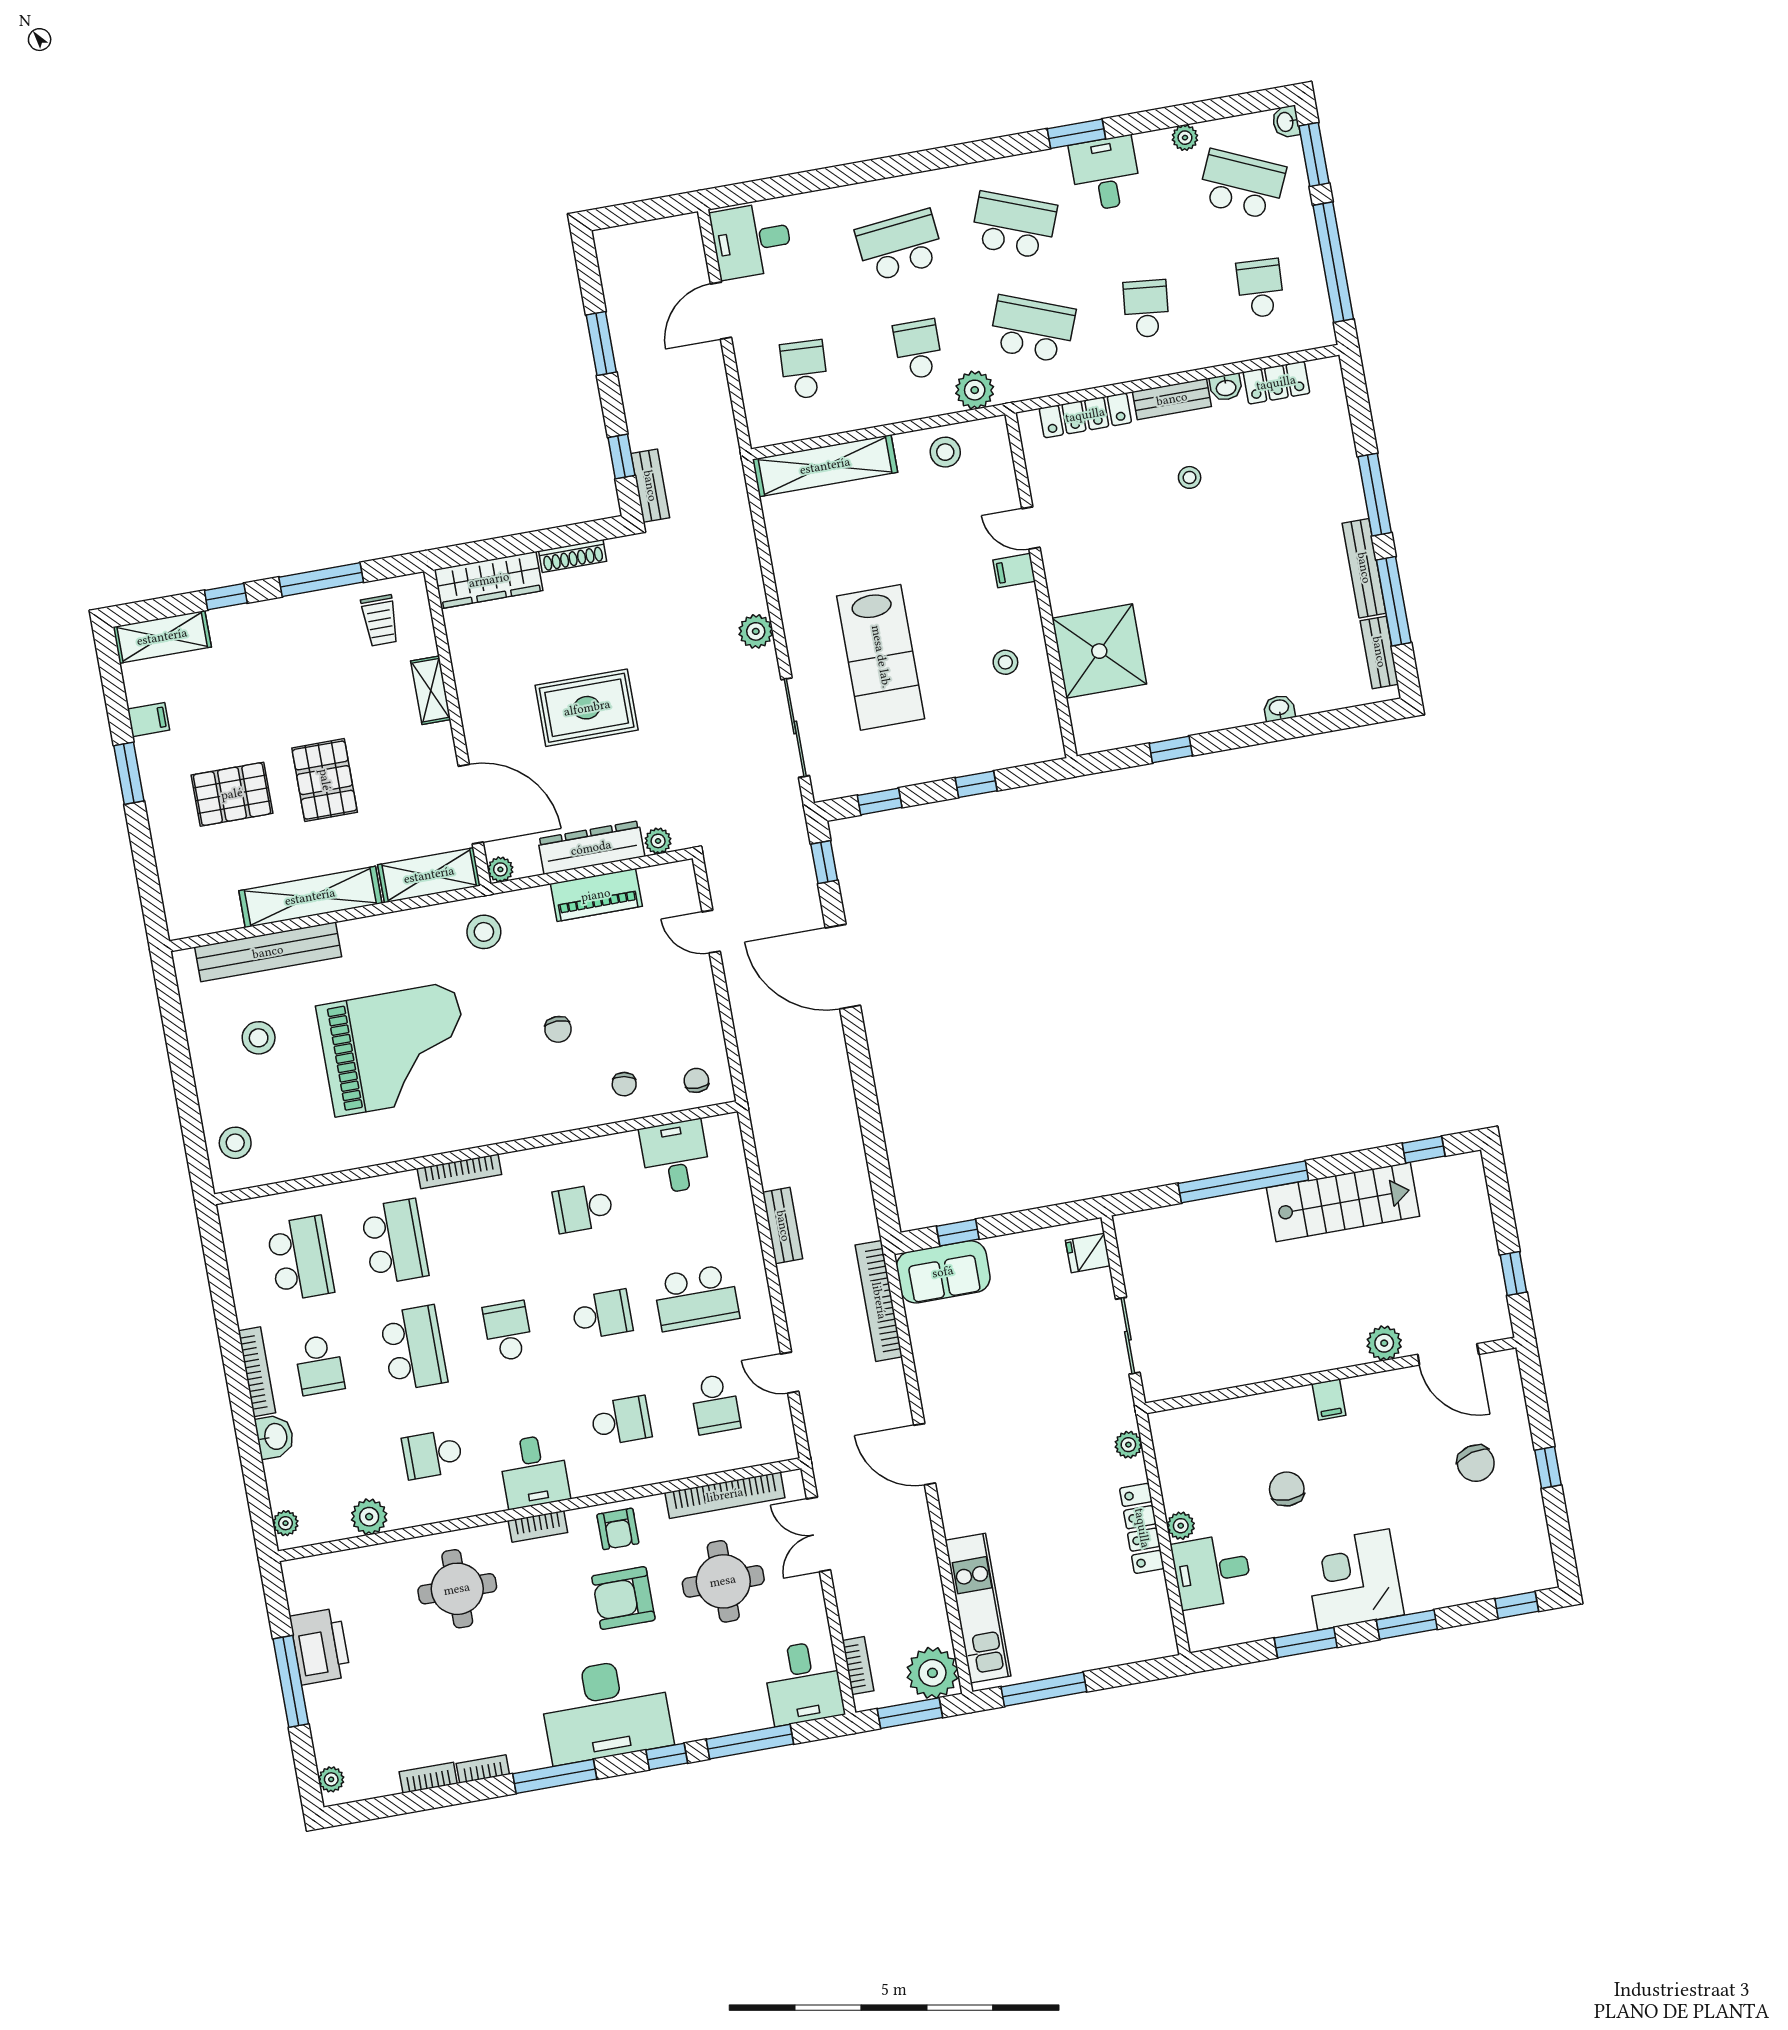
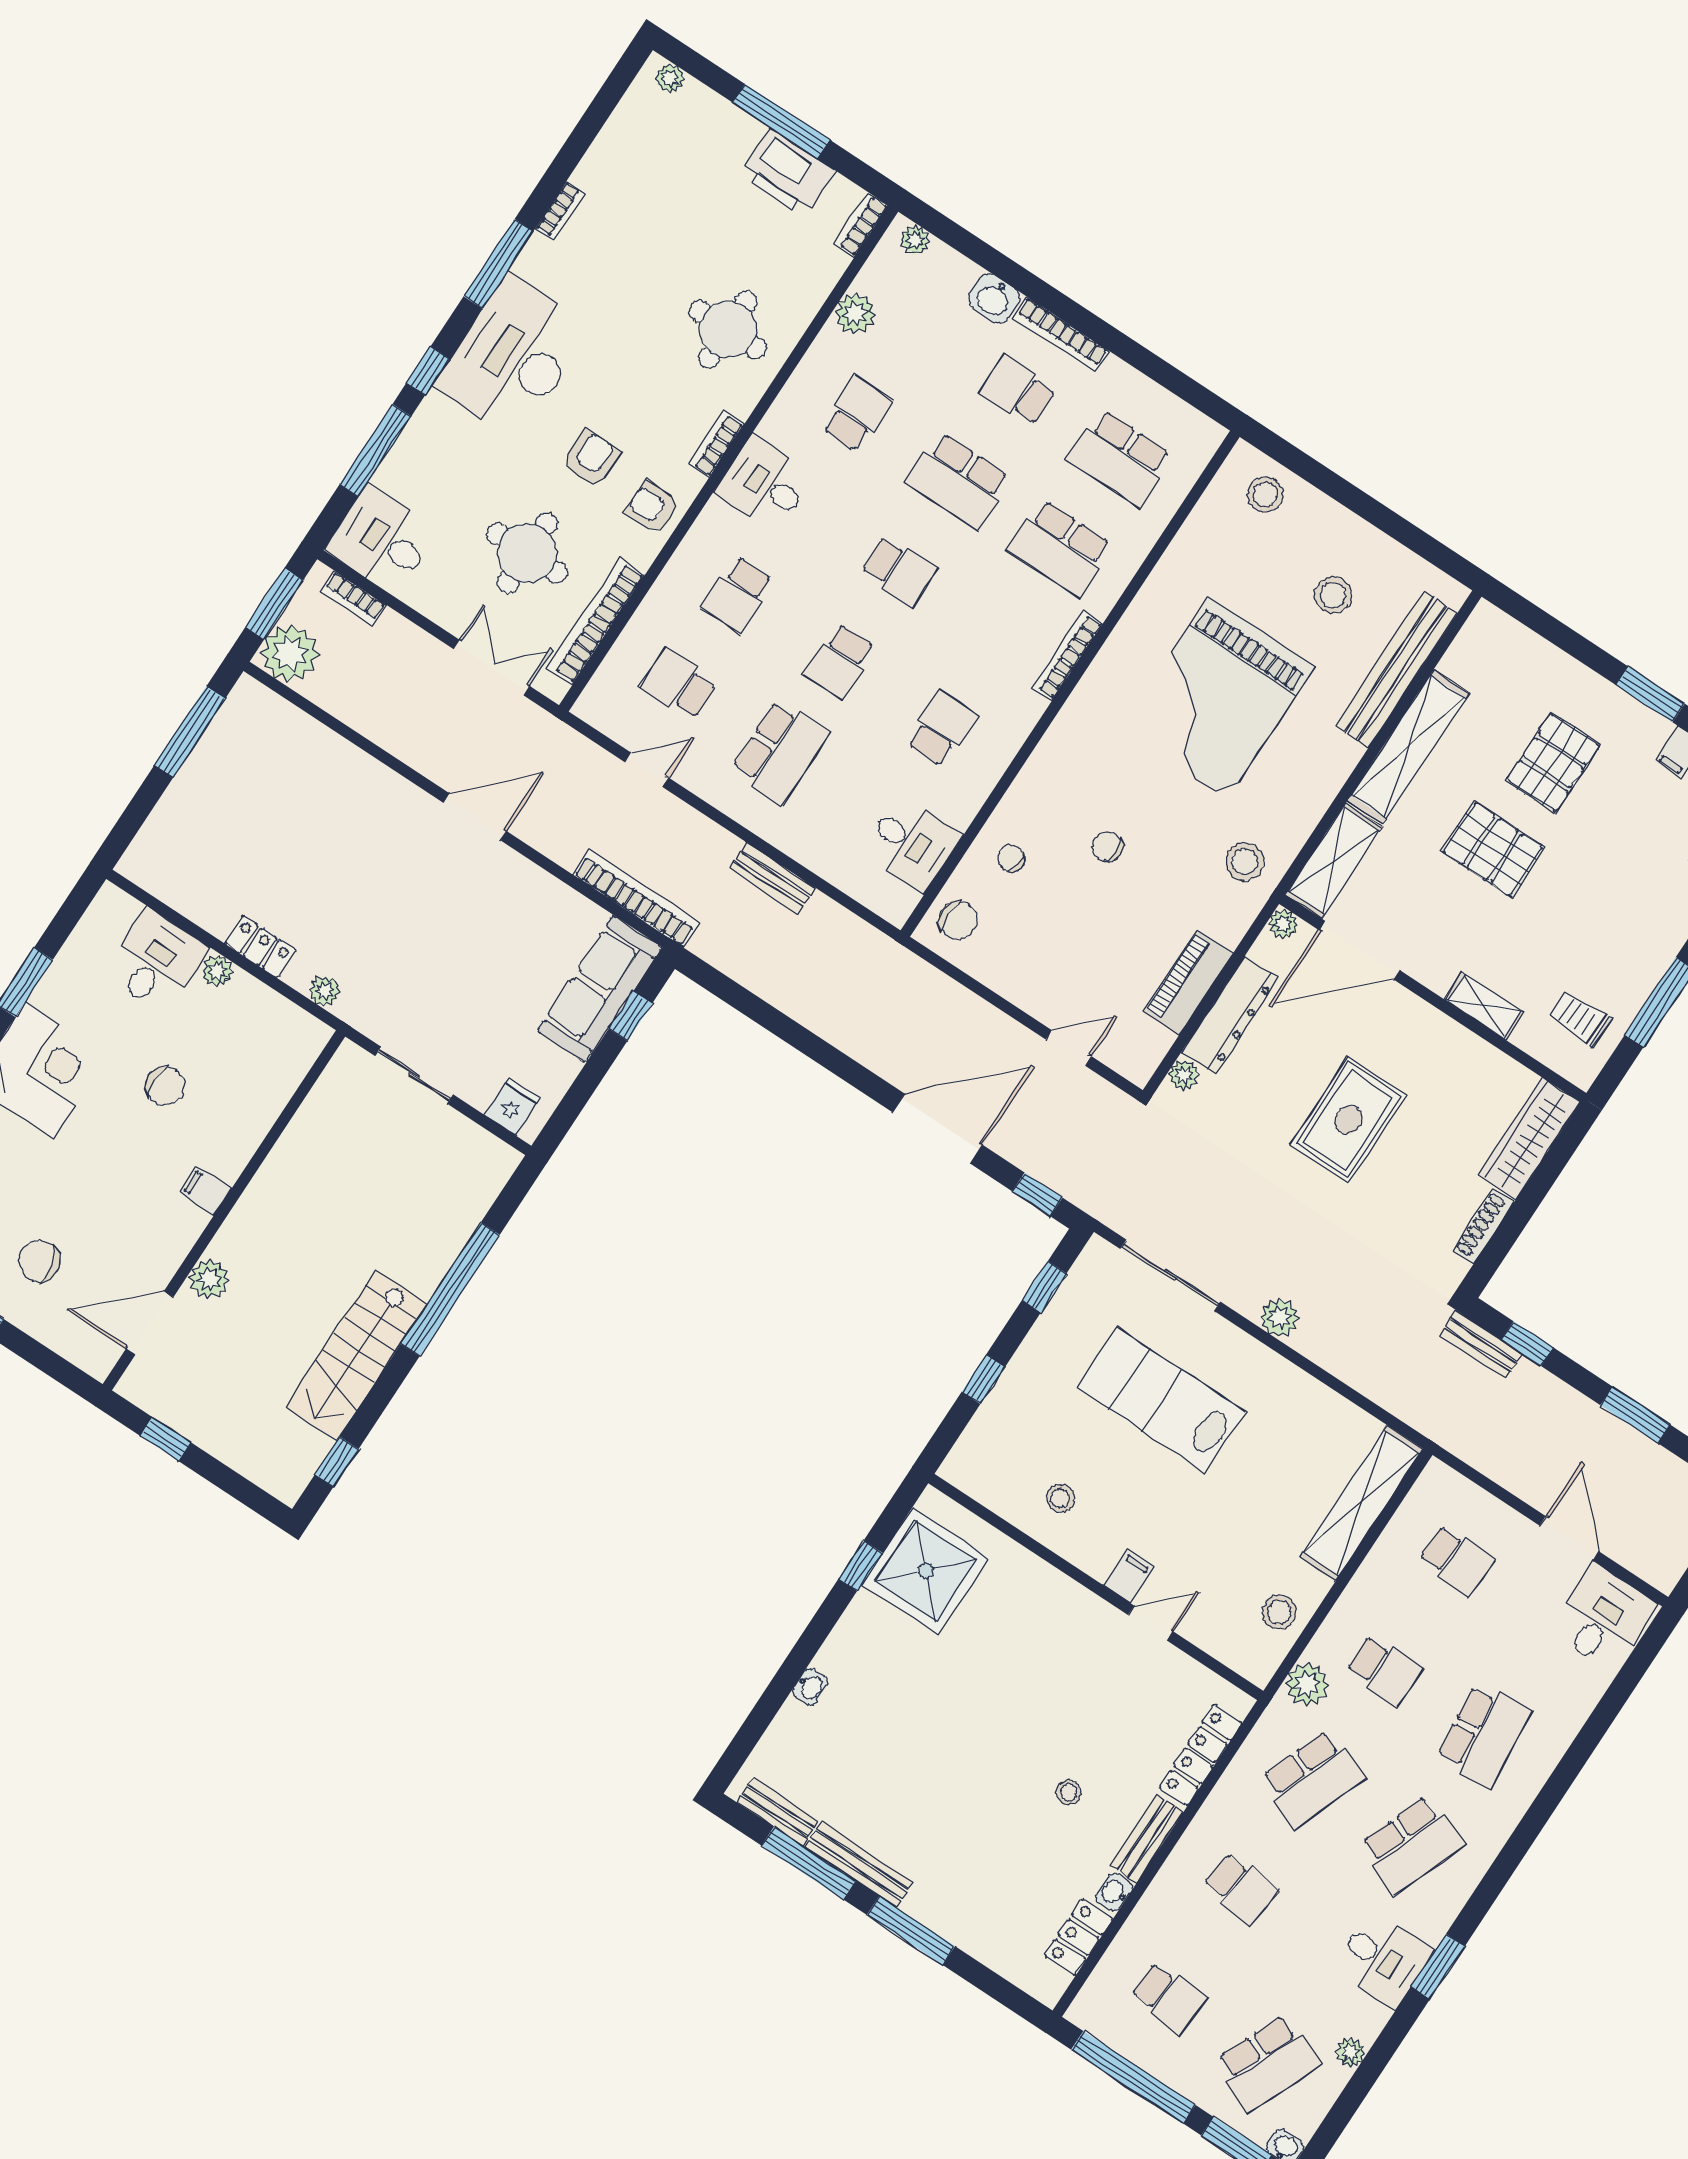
shower: (1099, 651) -> (926, 1571), moved
chair: (696, 1080) -> (958, 920), width x1.37, depth x1.37
sofa: (943, 1272) -> (599, 989), width x1.36
school desk: (696, 1298) -> (780, 751), turned 180
locker: (1142, 1528) -> (260, 947), width x0.66
armchair: (623, 1598) -> (591, 458), width x0.72, depth x0.72
kitchen unit: (978, 1608) -> (307, 741), removed
bookcase: (428, 1778) -> (861, 225), moved, turned 180

